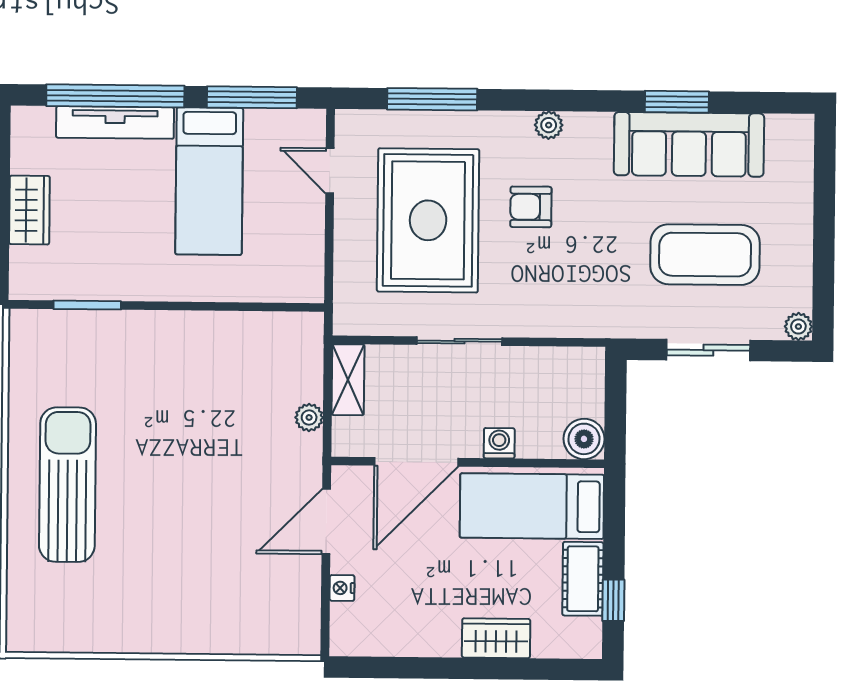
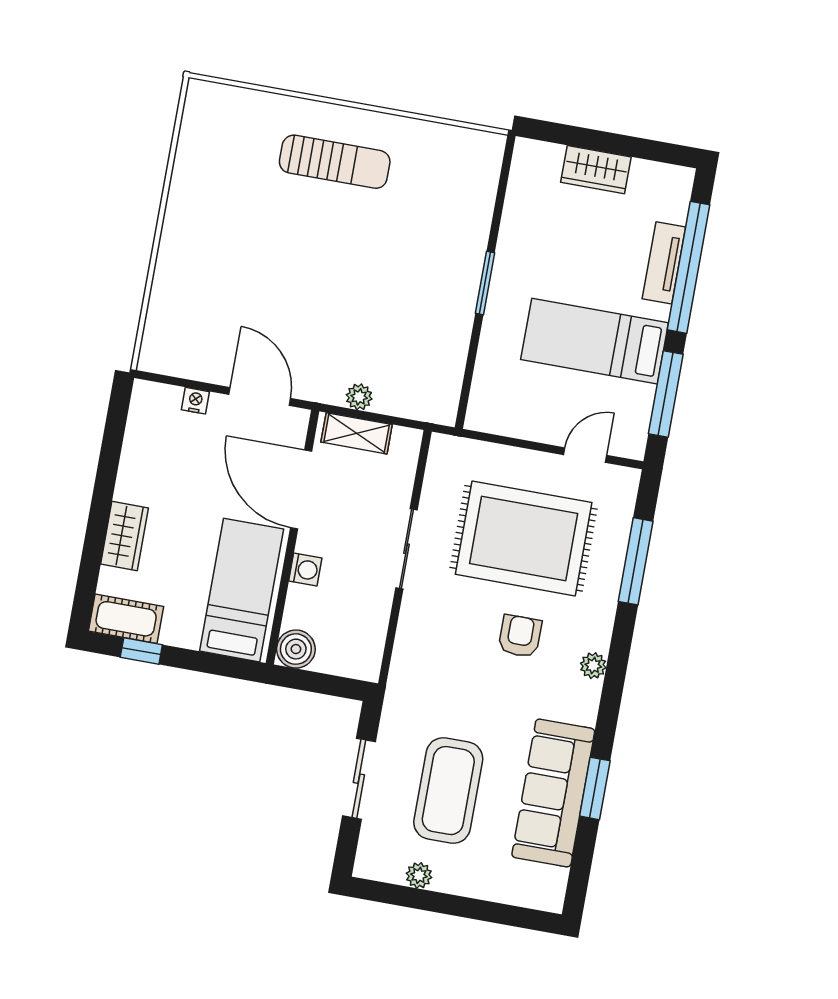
tv unit: (115, 122) -> (664, 263), width x0.71
window: (87, 305) -> (485, 283), moved
plant: (798, 327) -> (419, 875), moved
shelving: (348, 380) -> (357, 433), moved
sun lounger: (67, 485) -> (335, 162), width x0.73, depth x0.75
cot: (583, 579) -> (126, 619), moved

